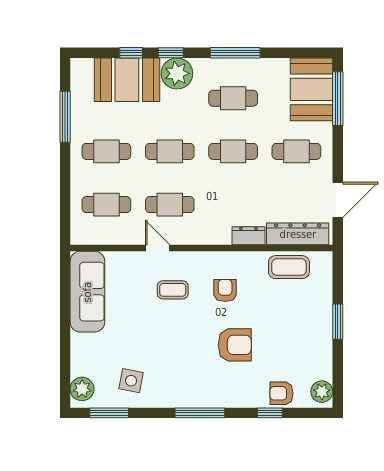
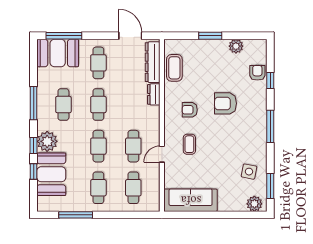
armchair: (235, 345) -> (225, 103), turned -90
plant: (322, 392) -> (236, 46), moved
armchair: (281, 393) -> (257, 73), turned 180

